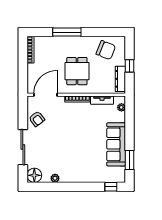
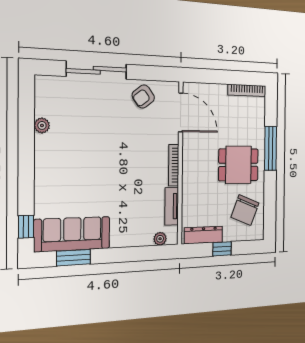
dining table: (77, 71) -> (238, 165), moved
sofa: (116, 144) -> (72, 234), moved
floor lamp: (34, 175) -> (47, 88), removed

